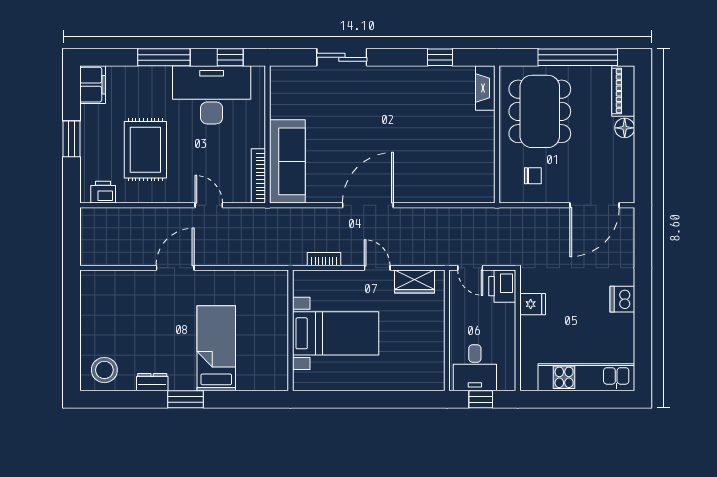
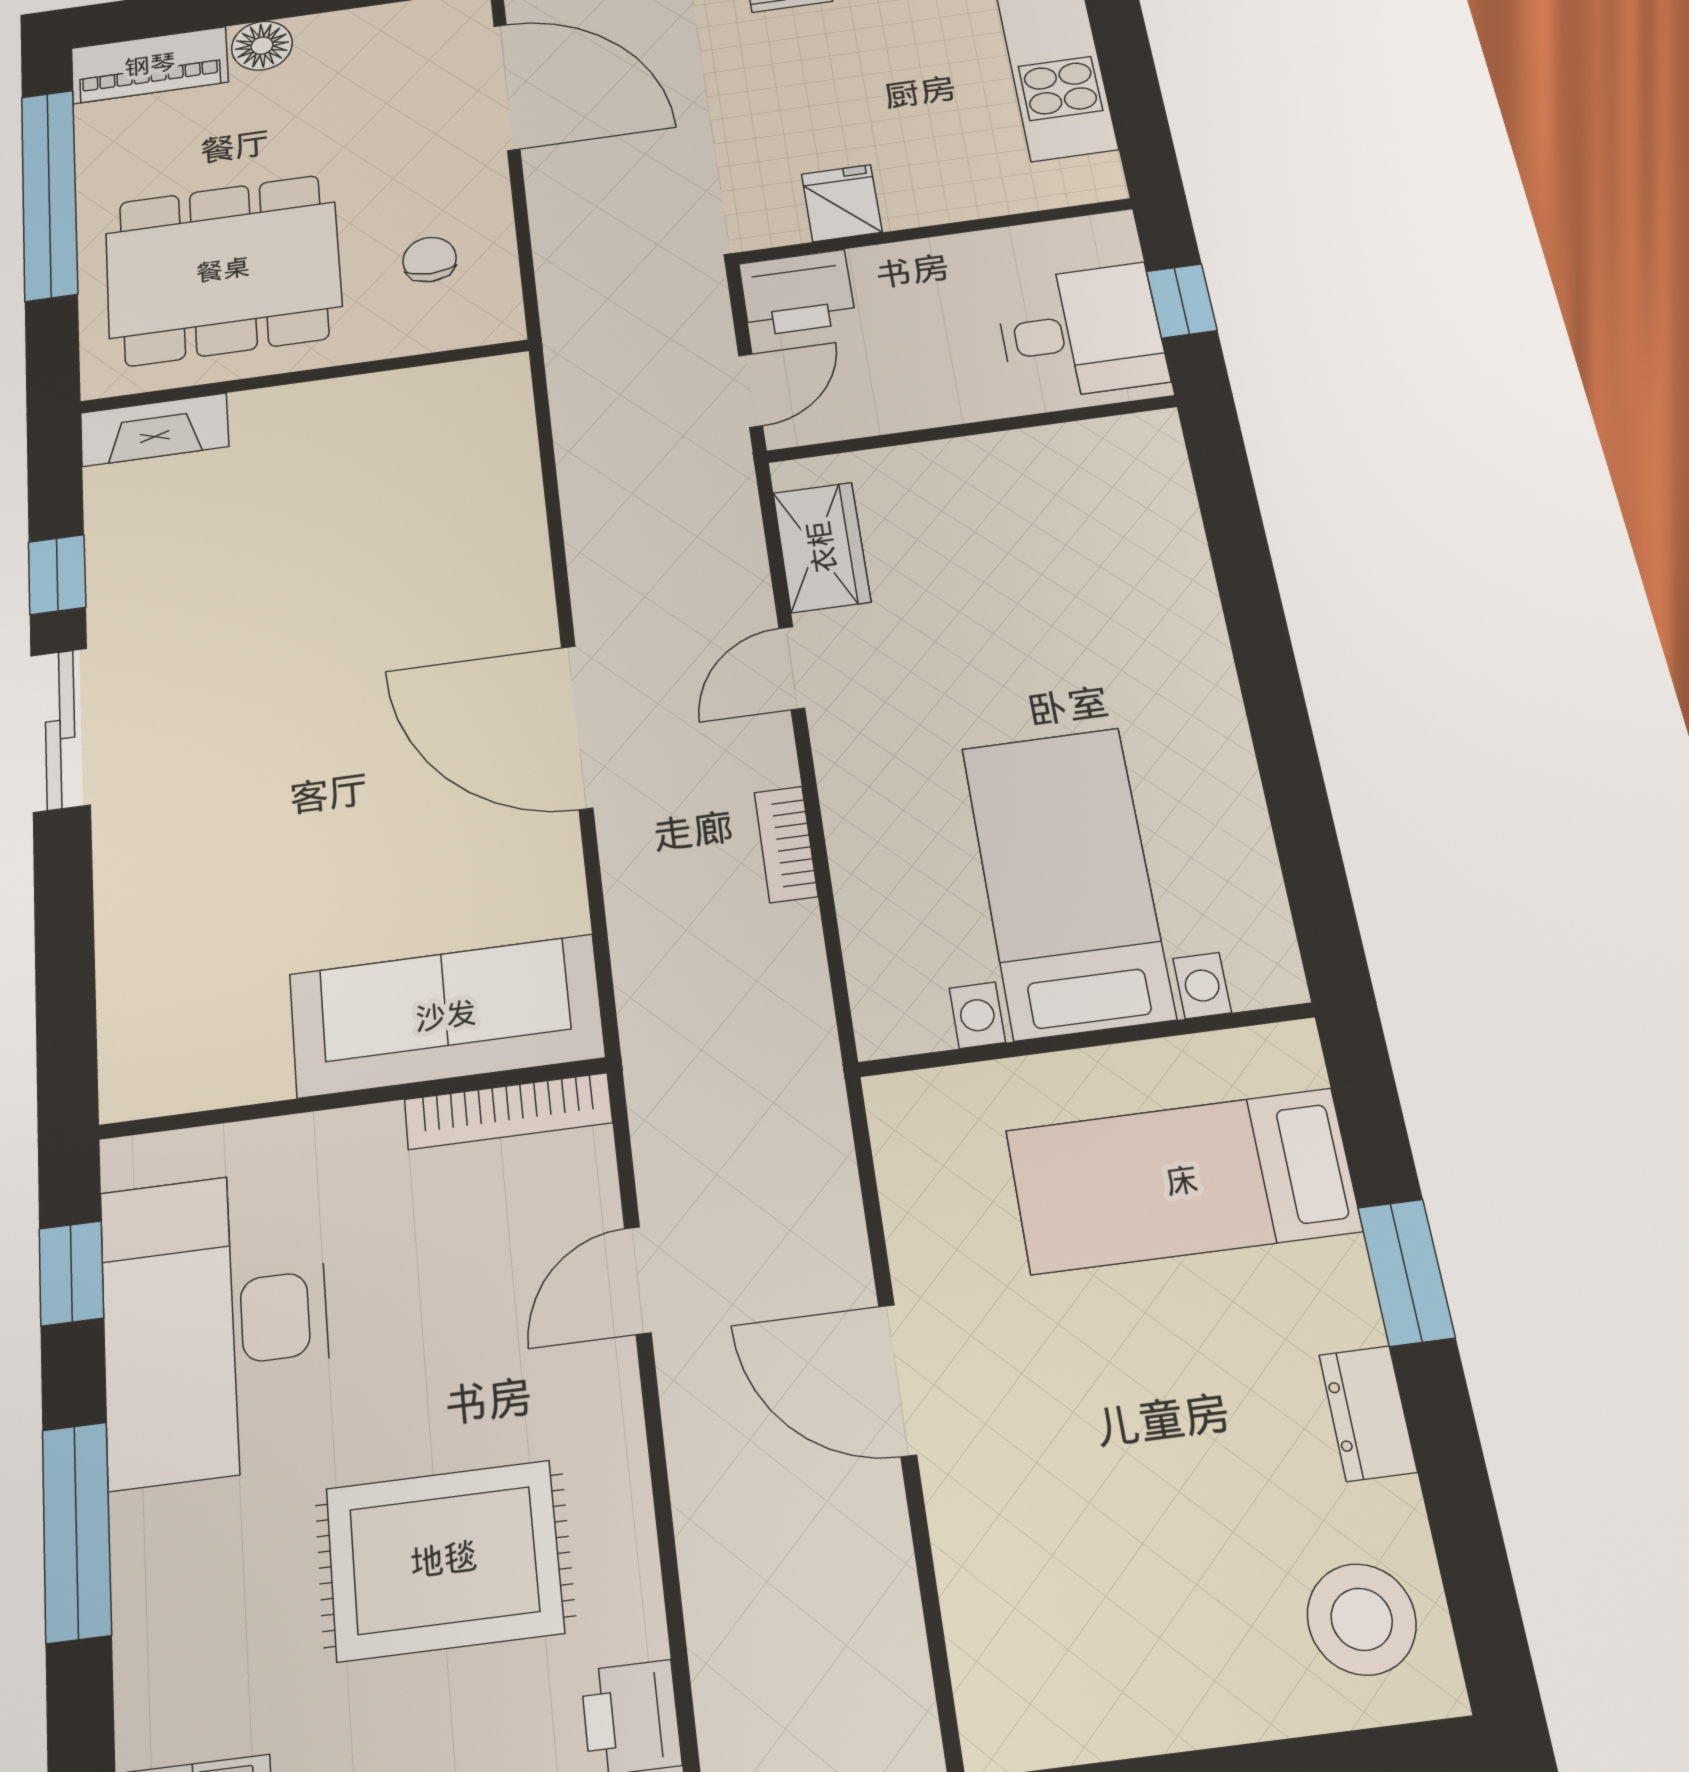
sliding door: (342, 57) -> (60, 730), moved
wall: (290, 330) -> (1086, 1040), moved
bed with nightstands: (336, 333) -> (1067, 881), moved

